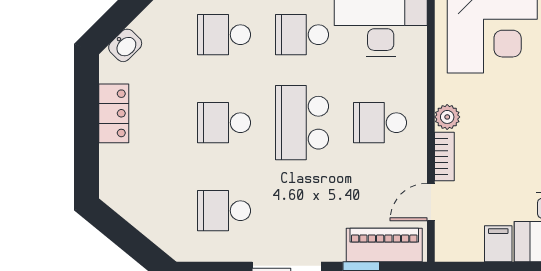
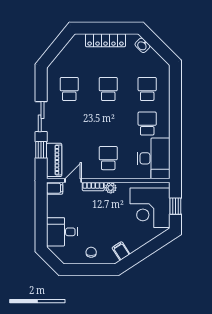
locker: (114, 113) -> (105, 40), width x1.53
school desk: (302, 123) -> (108, 124), removed
door: (431, 202) -> (73, 181), hinge flipped
filing cabinet: (498, 244) -> (55, 188), moved

